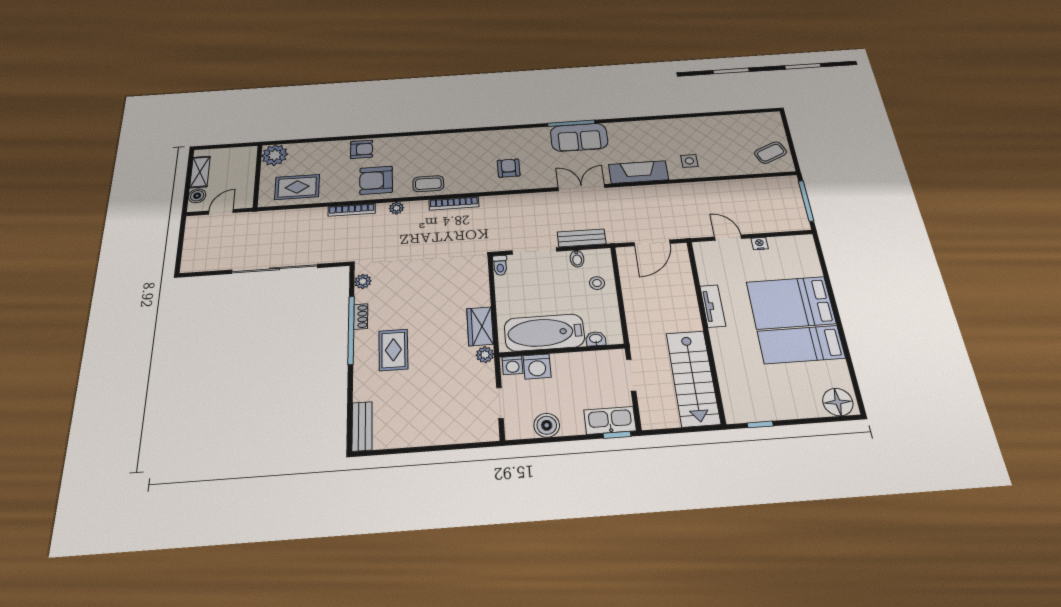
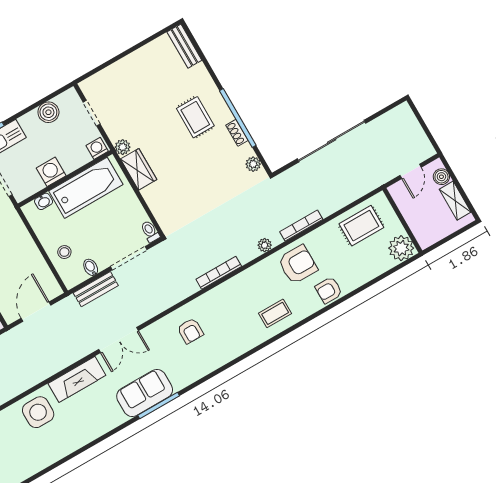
side table: (689, 161) -> (38, 412), width x1.87, depth x1.87
coffee table: (428, 184) -> (275, 313), moved
washing machine: (537, 366) -> (51, 172), moved

